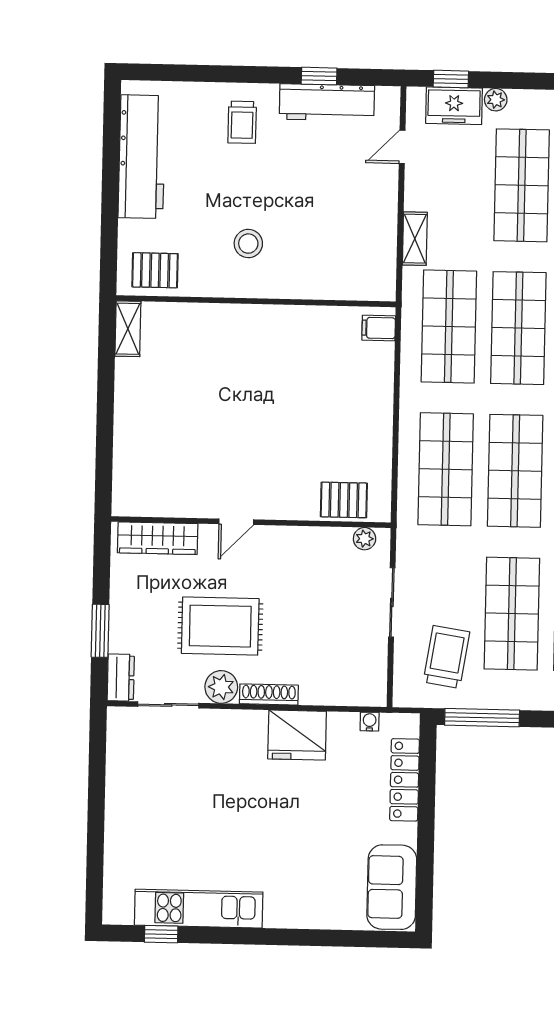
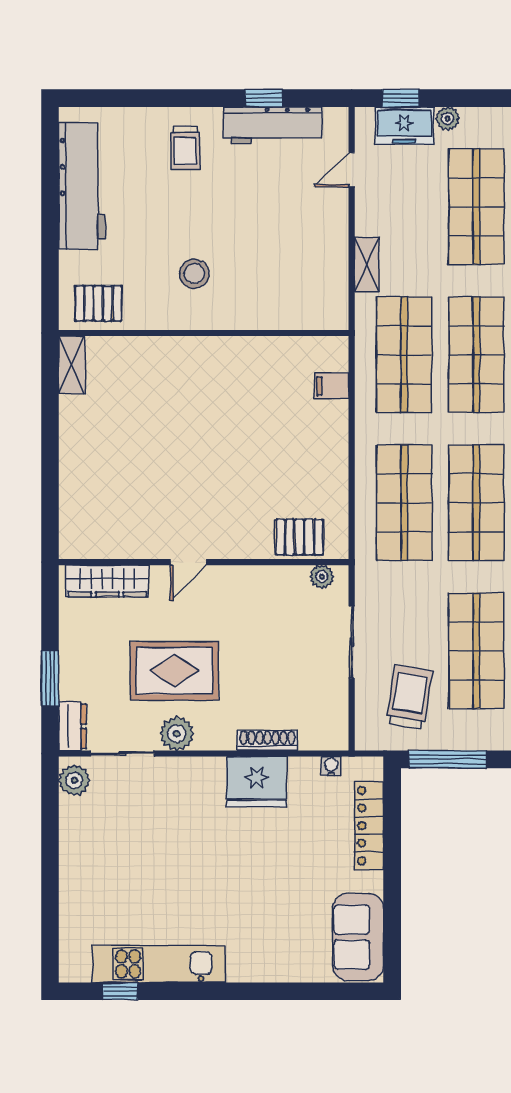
filing cabinet: (379, 328) -> (332, 386), moved
shoe rack: (269, 694) -> (267, 740), moved
plant: (121, 730) -> (74, 780), added

